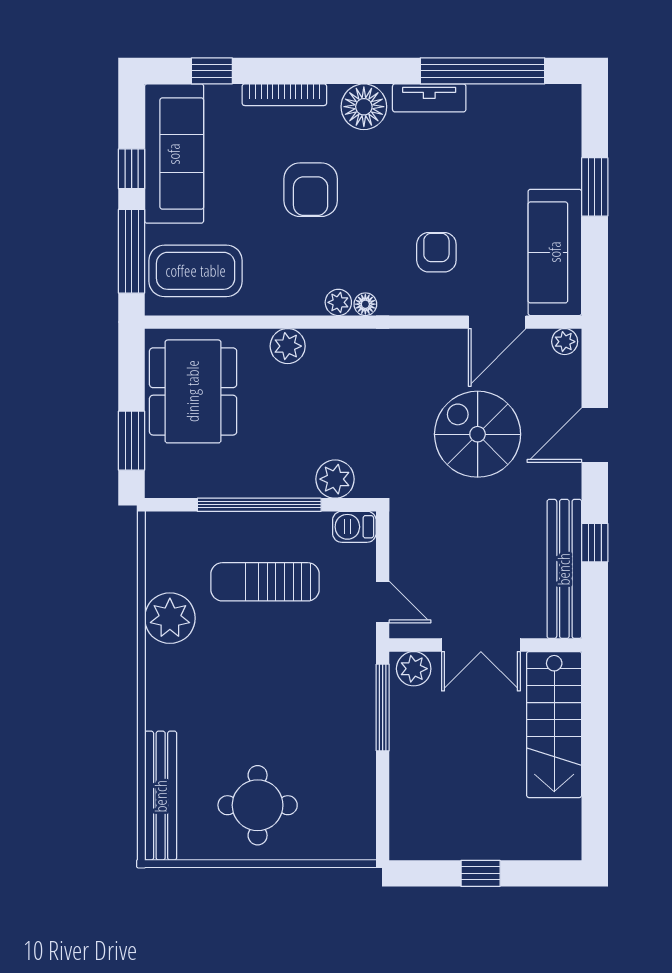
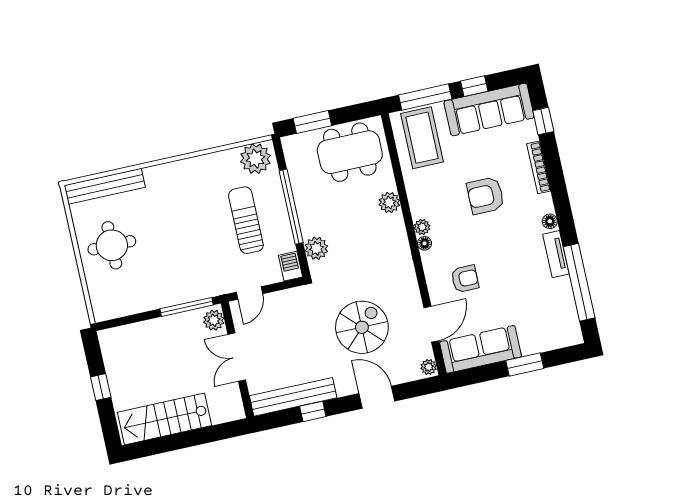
floor lamp: (364, 107) -> (550, 221), width x0.53, depth x0.53
door: (497, 322) -> (431, 324), swing flipped
plant: (170, 618) -> (256, 159), moved
stairs: (554, 725) -> (164, 419), moved

